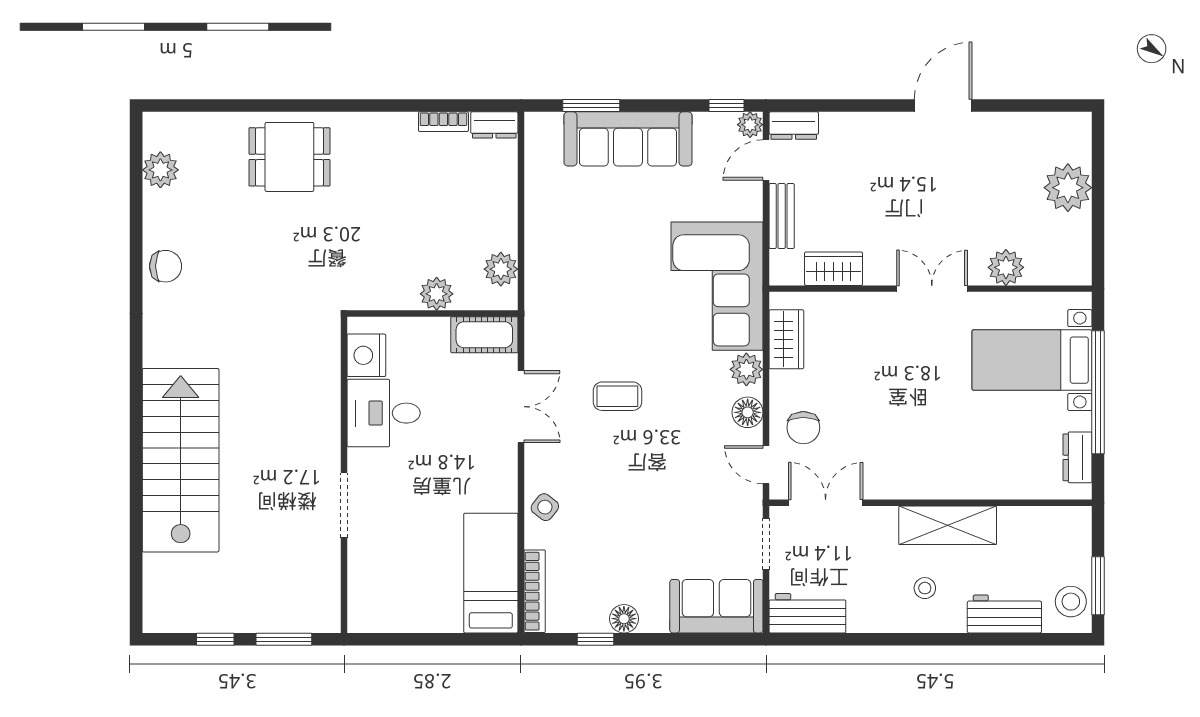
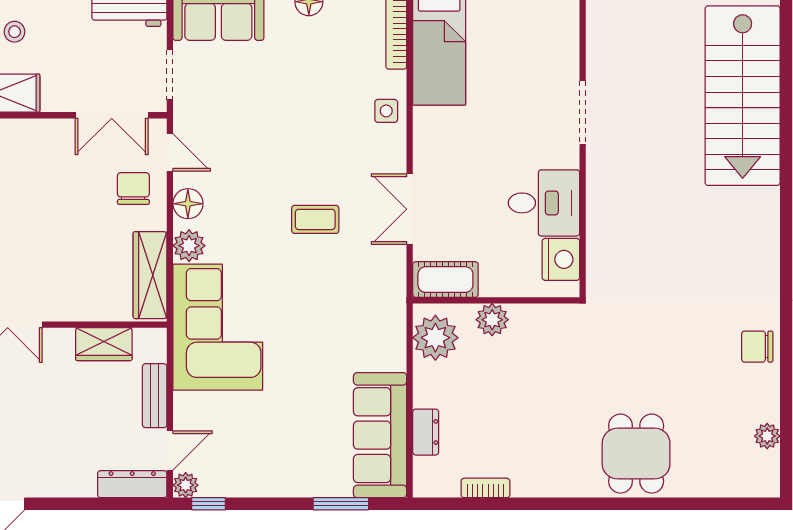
dresser: (494, 125) -> (426, 432), moved, turned 90
dresser: (794, 126) -> (132, 484), width x1.44
sofa: (628, 139) -> (380, 435), moved, turned -90
dining table: (289, 157) -> (636, 454), turned 90
plant: (160, 170) -> (767, 436), width x0.73, depth x0.73
plant: (501, 269) -> (435, 338), width x1.36, depth x1.36
wardrobe: (786, 339) -> (150, 275), width x1.50
stairs: (181, 460) -> (743, 96), moved
side table: (545, 507) -> (386, 111), turned -38

